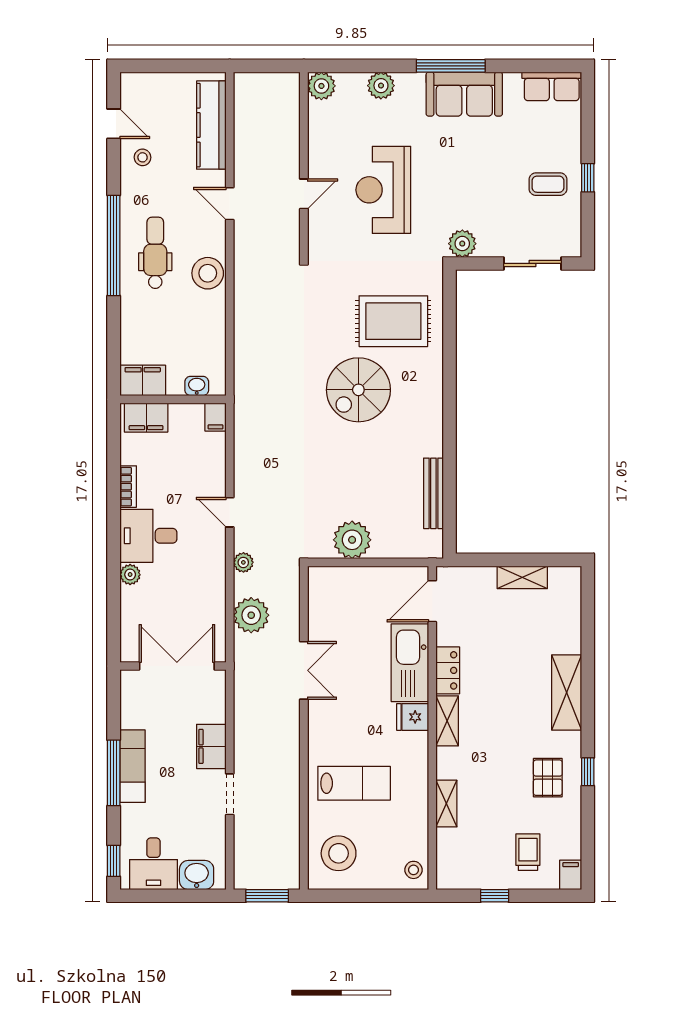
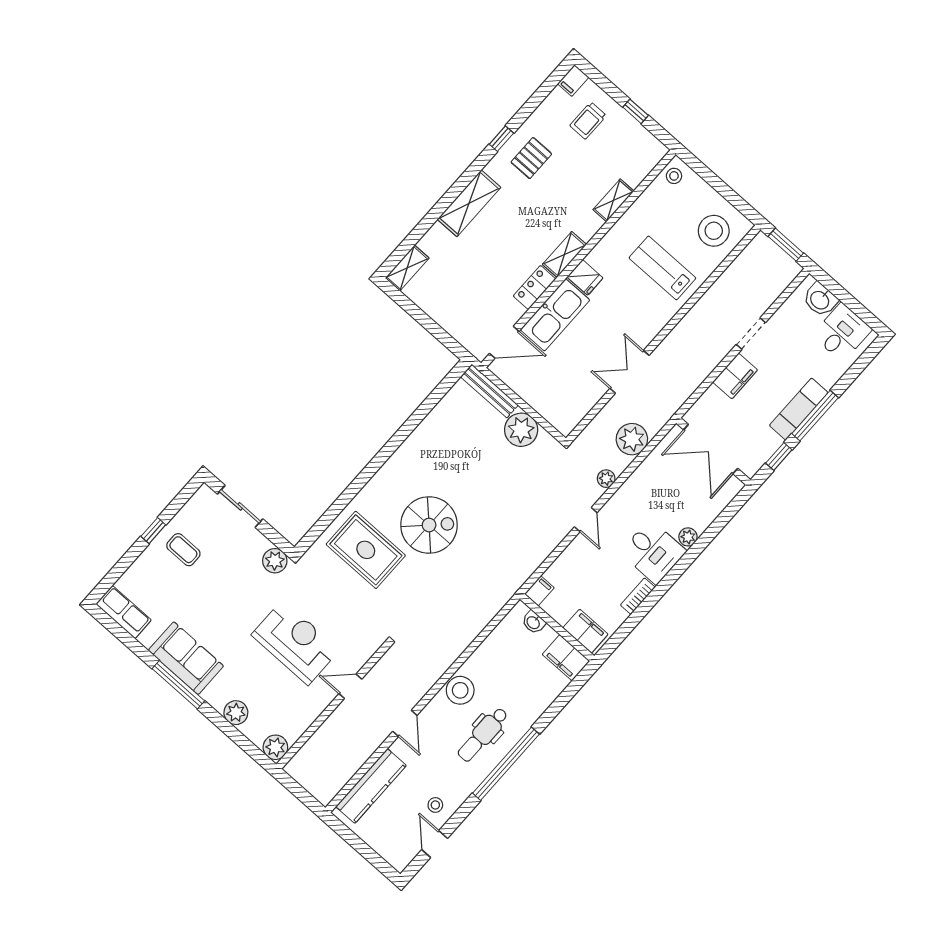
reception desk: (383, 190) -> (295, 642), turned -90
bench: (433, 493) -> (489, 391), moved, turned 90
shelving: (522, 577) -> (407, 268), moved, turned 90
window: (114, 861) -> (779, 456), moved

